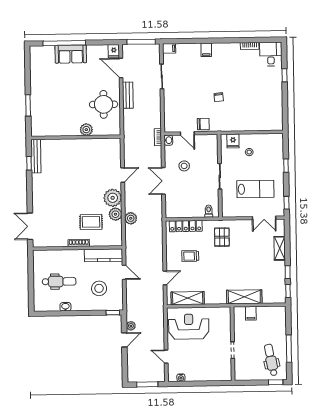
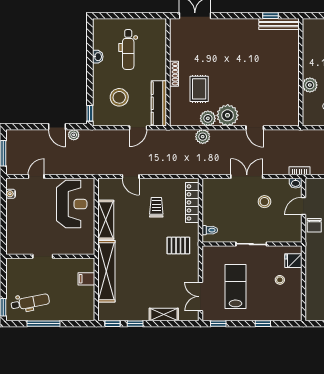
lab bench: (255, 189) -> (235, 287), turned 180
shelving: (244, 297) -> (106, 271), width x1.47
shelving: (188, 298) -> (106, 220), moved

